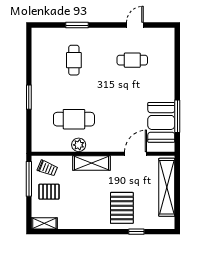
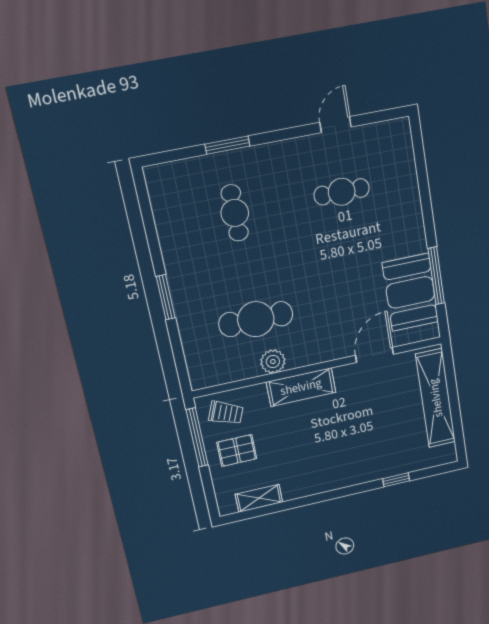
pallet: (122, 208) -> (366, 448), removed
shelving: (44, 223) -> (259, 498), moved

